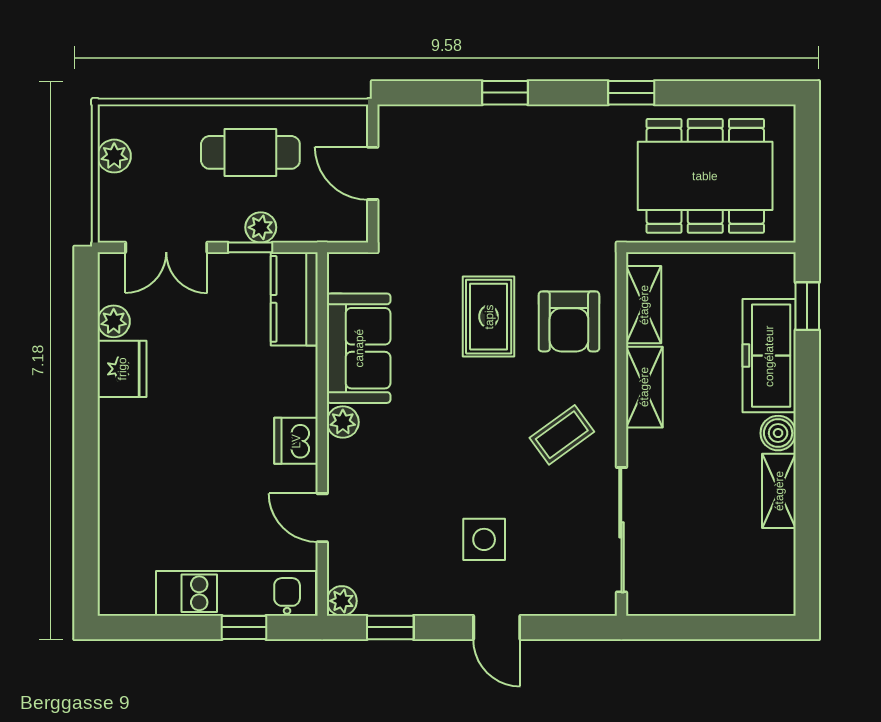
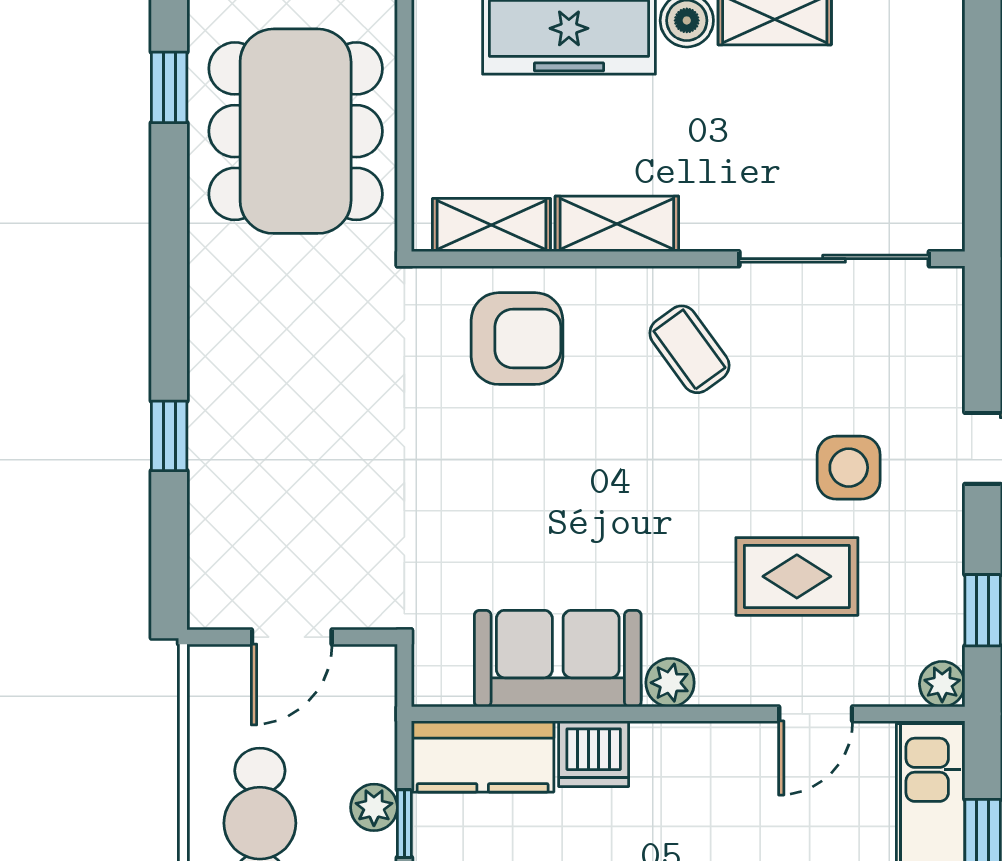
window: (631, 93) -> (169, 87), moved
rug: (489, 317) -> (797, 576), moved
dishwasher: (296, 441) -> (594, 754), moved

